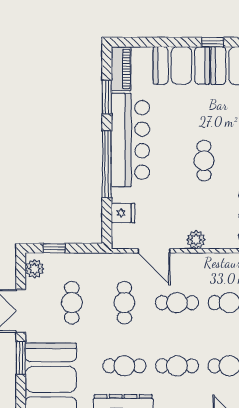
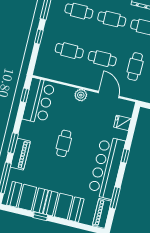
window: (107, 164) -> (125, 156), width x0.32

